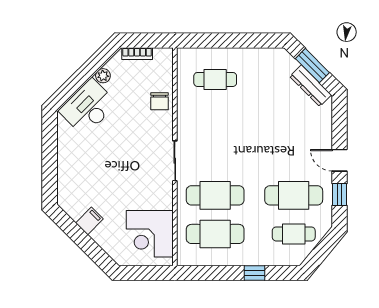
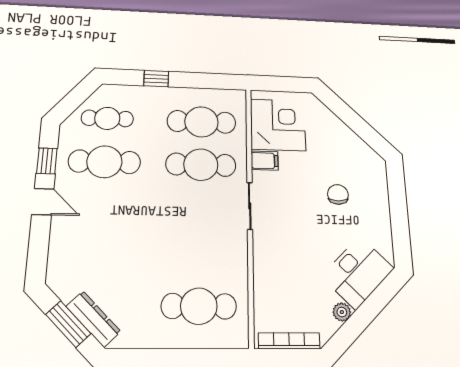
bookcase: (137, 54) -> (289, 341), width x1.56
cafe table: (215, 79) -> (199, 306), width x1.37, depth x1.35
dresser: (310, 86) -> (93, 319), moved
chair: (160, 101) -> (338, 194), moved
filing cabinet: (89, 221) -> (265, 161), moved, turned -135

